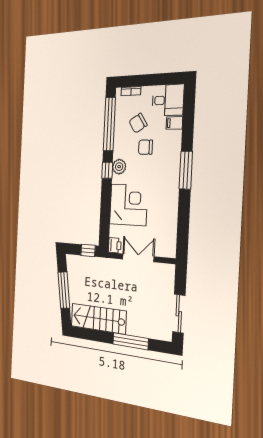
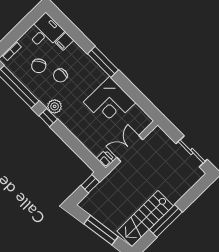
corner desk: (128, 205) -> (109, 102), moved, turned 180
window: (130, 341) -> (166, 221), moved

